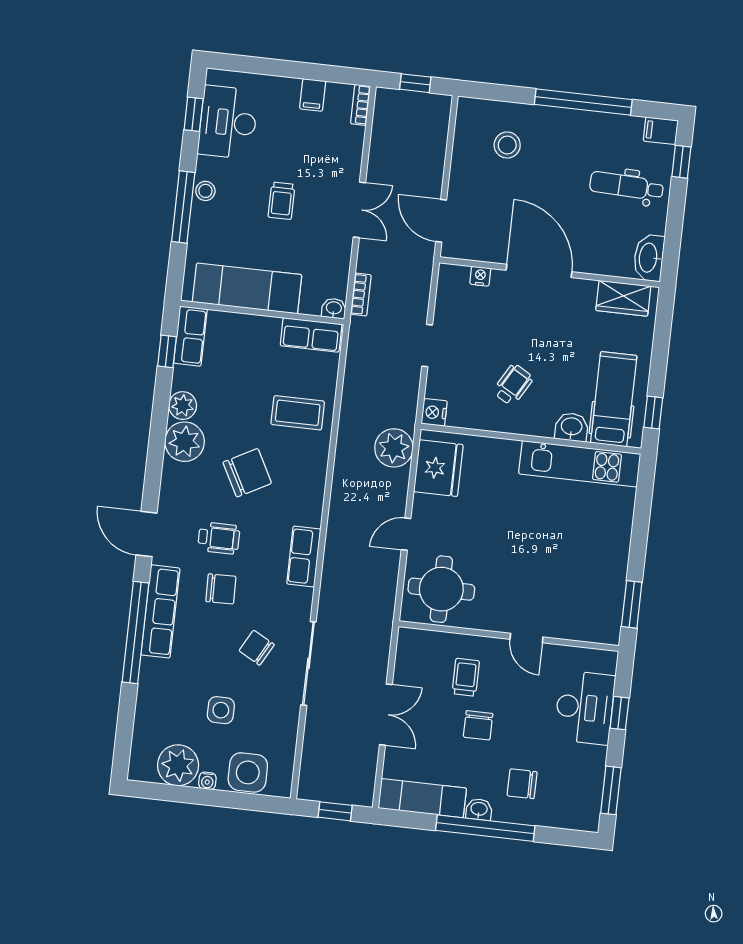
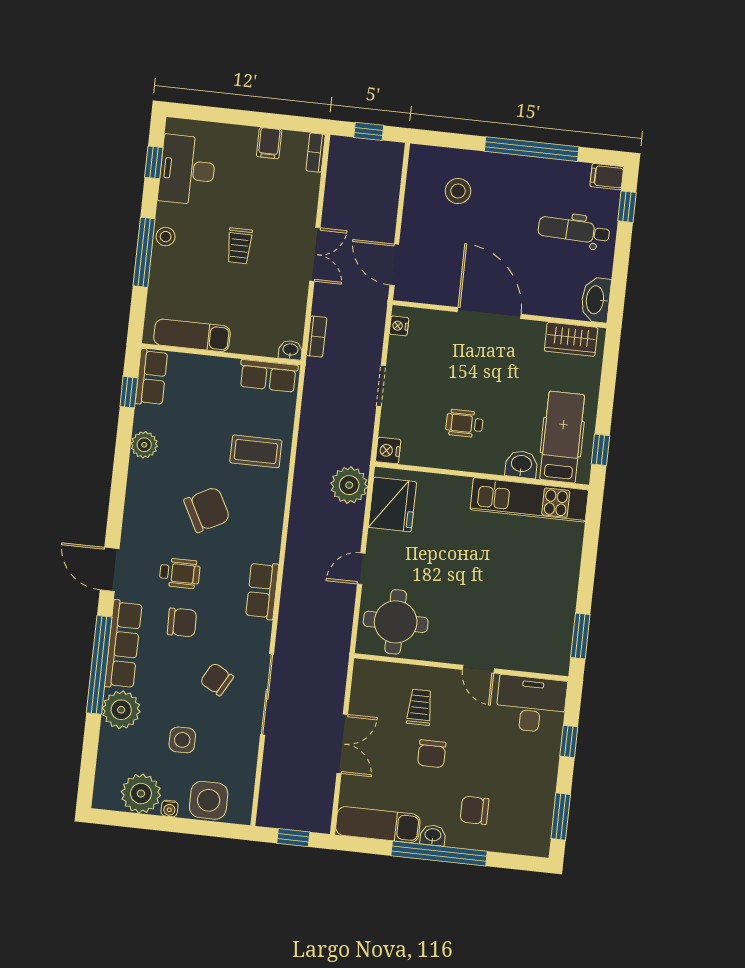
nightstand: (480, 276) -> (399, 326), moved, turned -90
exam couch: (247, 288) -> (192, 335), width x0.73, depth x0.69
wheelchair: (513, 385) -> (464, 424), turned -120
plant: (185, 442) -> (121, 710), moved
desk: (585, 708) -> (531, 704), moved, turned -90

